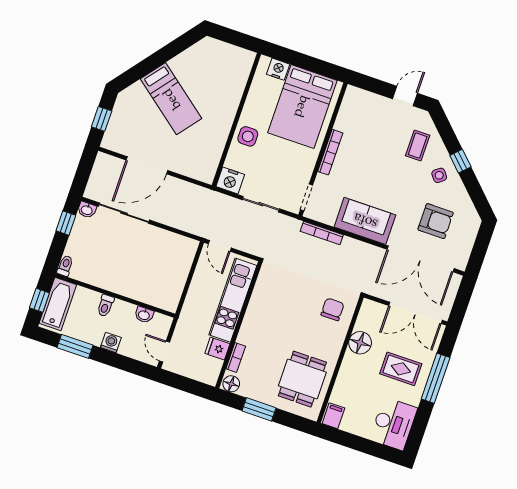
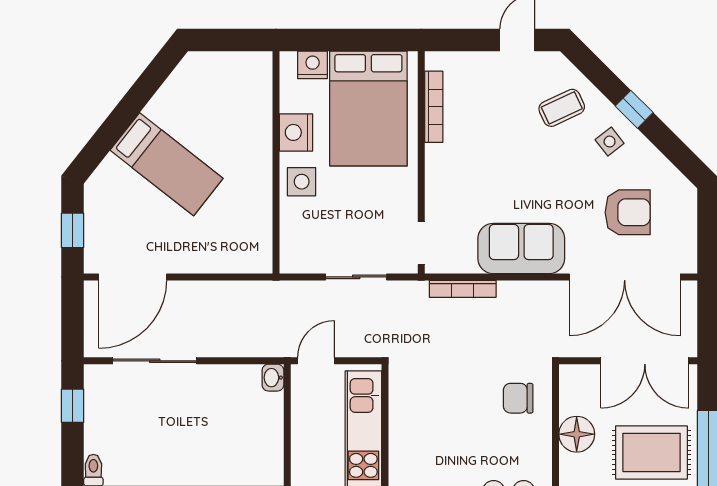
coffee table: (418, 146) -> (562, 108), turned 65
bookcase: (330, 152) -> (434, 107), moved
door: (147, 165) -> (133, 277), moved
nightstand: (230, 180) -> (296, 132), moved, turned 90
washbasin: (87, 210) -> (273, 378), moved, turned 90
door: (220, 246) -> (316, 361), swing flipped
chair: (333, 309) -> (518, 398), turned -90
rug: (401, 369) -> (651, 452), width x1.36, depth x1.43

